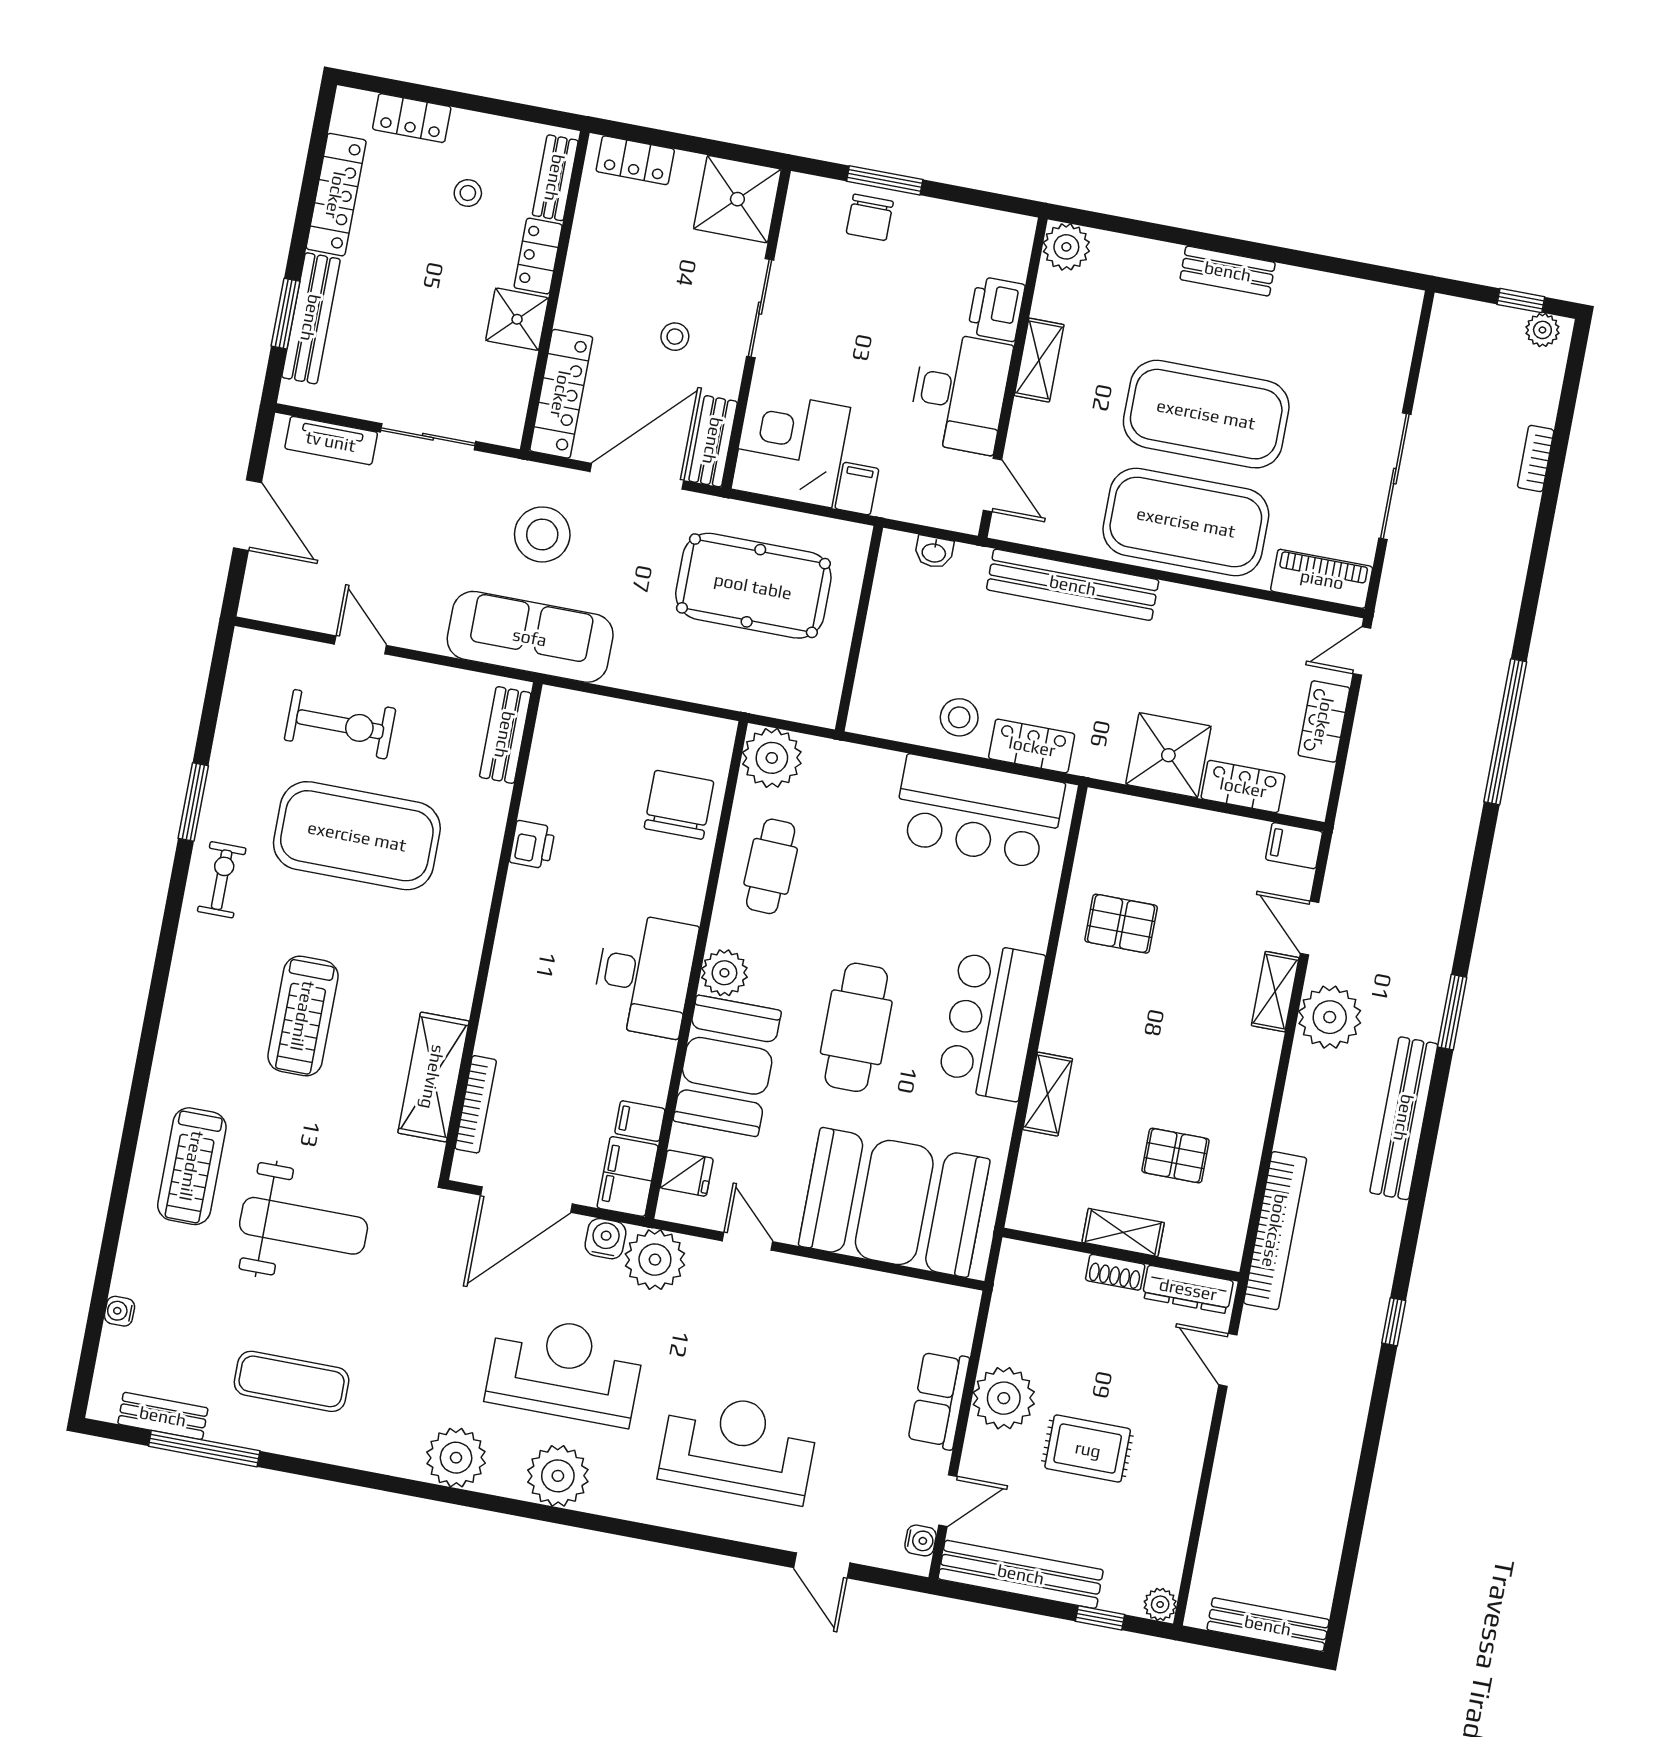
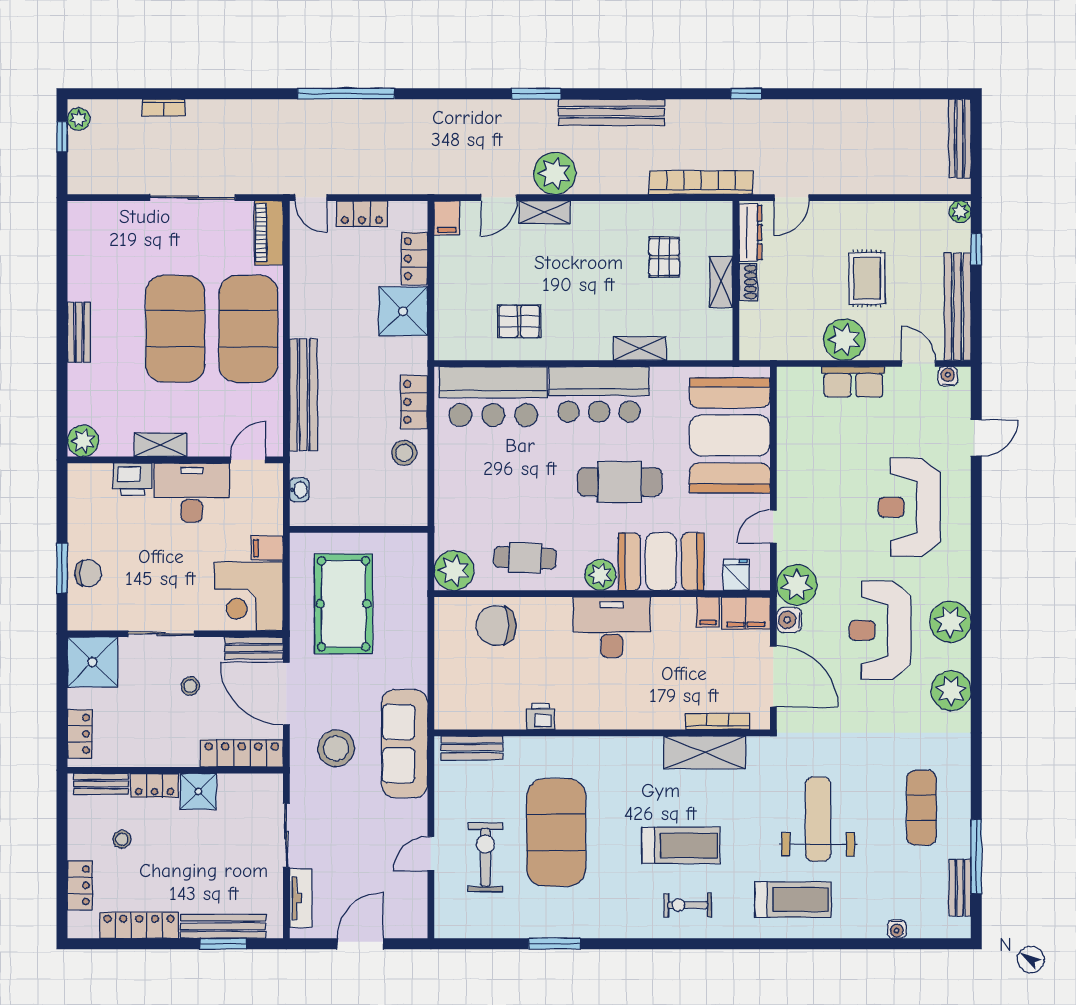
bar counter: (978, 812) -> (493, 397), moved, turned 90
exercise bike: (222, 880) -> (688, 905), moved
pallet: (1121, 924) -> (519, 321), turned 90

